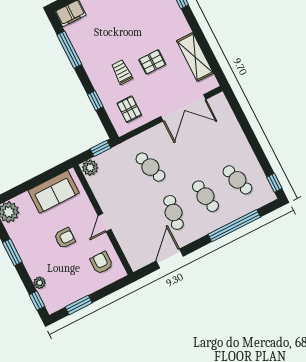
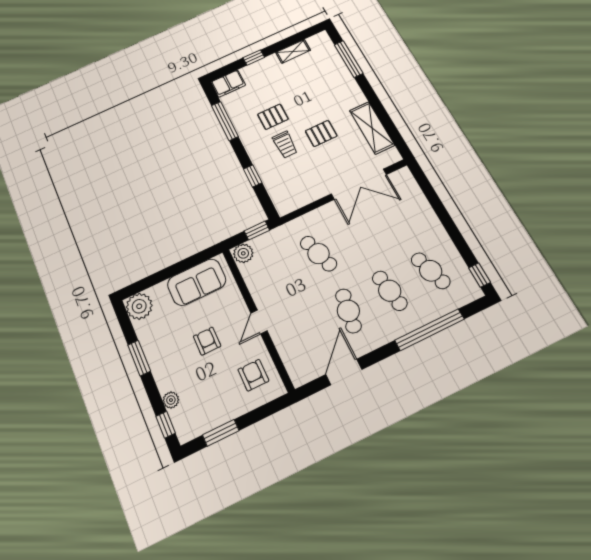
trolley: (122, 72) -> (285, 145), turned 180
pallet: (129, 109) -> (273, 117), moved, turned 90
armchair: (65, 238) -> (207, 341), turned -90

